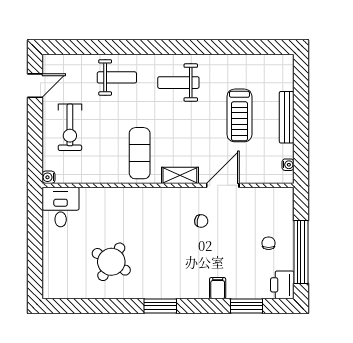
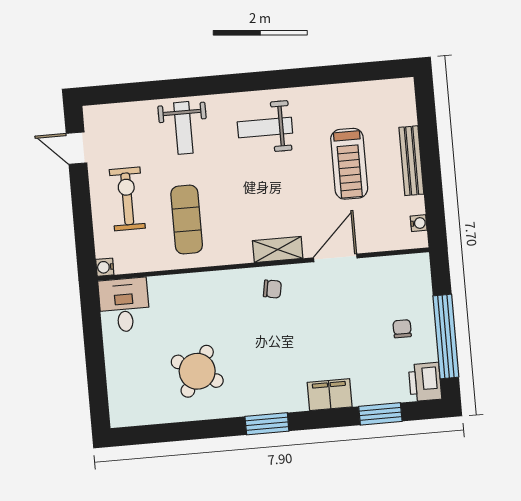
weight bench: (117, 77) -> (183, 128), turned 90
door: (35, 86) -> (77, 148), swing flipped
exercise bike: (70, 127) -> (127, 199), turned 180
exercise mat: (140, 153) -> (187, 220), moved
chair: (201, 221) -> (272, 289), moved
filing cabinet: (218, 288) -> (330, 395), width x2.00

